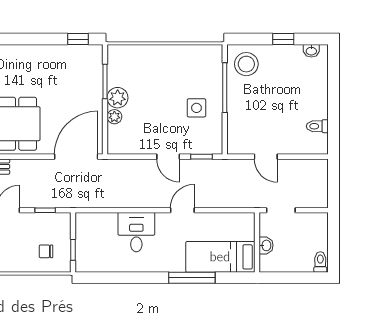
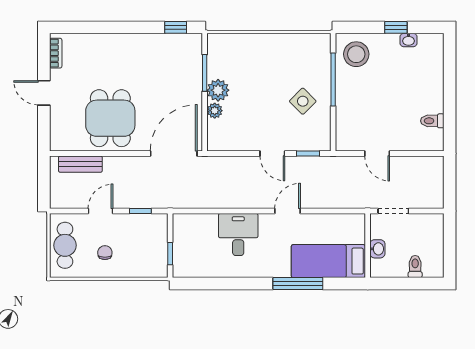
washbasin: (311, 51) -> (408, 40), moved
side table: (196, 108) -> (303, 101), turned 45
chair: (46, 251) -> (105, 253), moved, turned 90
toilet: (320, 262) -> (415, 267), moved

